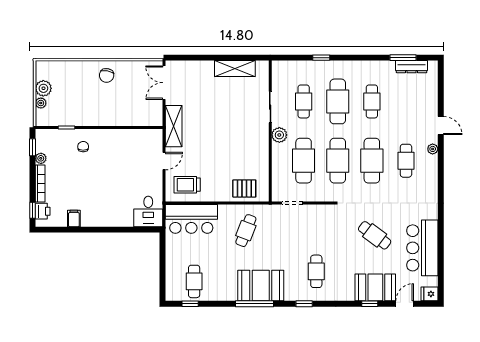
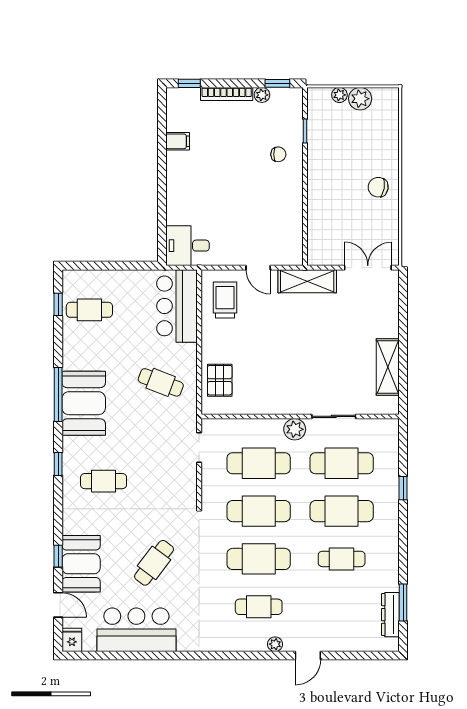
cafe table: (304, 101) -> (342, 463), width x1.37, depth x1.35
printer: (43, 211) -> (188, 98), removed

